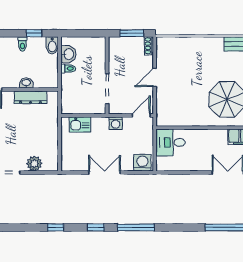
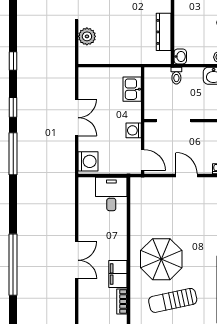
toilet: (68, 69) -> (176, 76), moved
washbasin: (26, 83) -> (180, 56), moved

